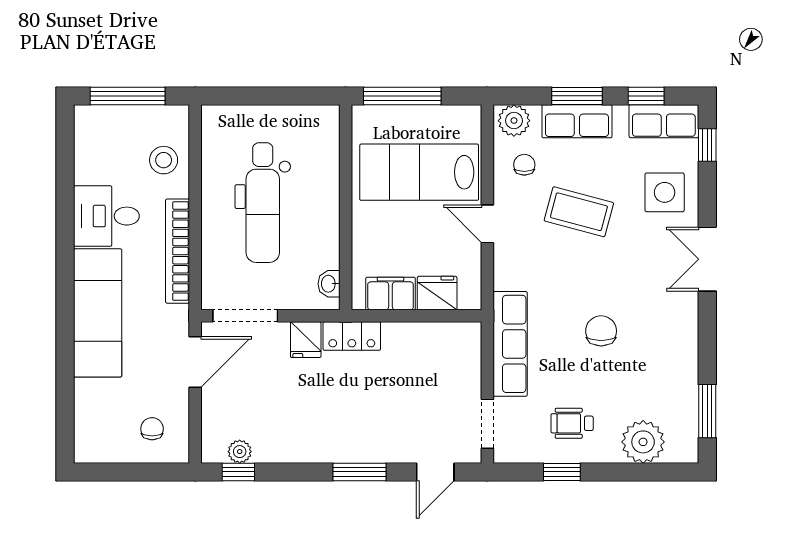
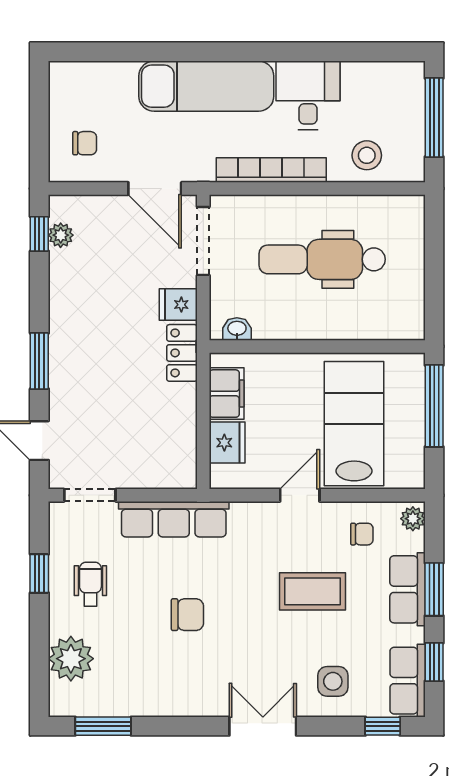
plant: (514, 121) -> (413, 519), width x0.73, depth x0.73
side table: (665, 192) -> (333, 681), width x0.73, depth x0.73
coffee table: (579, 212) -> (313, 591), turned 75

